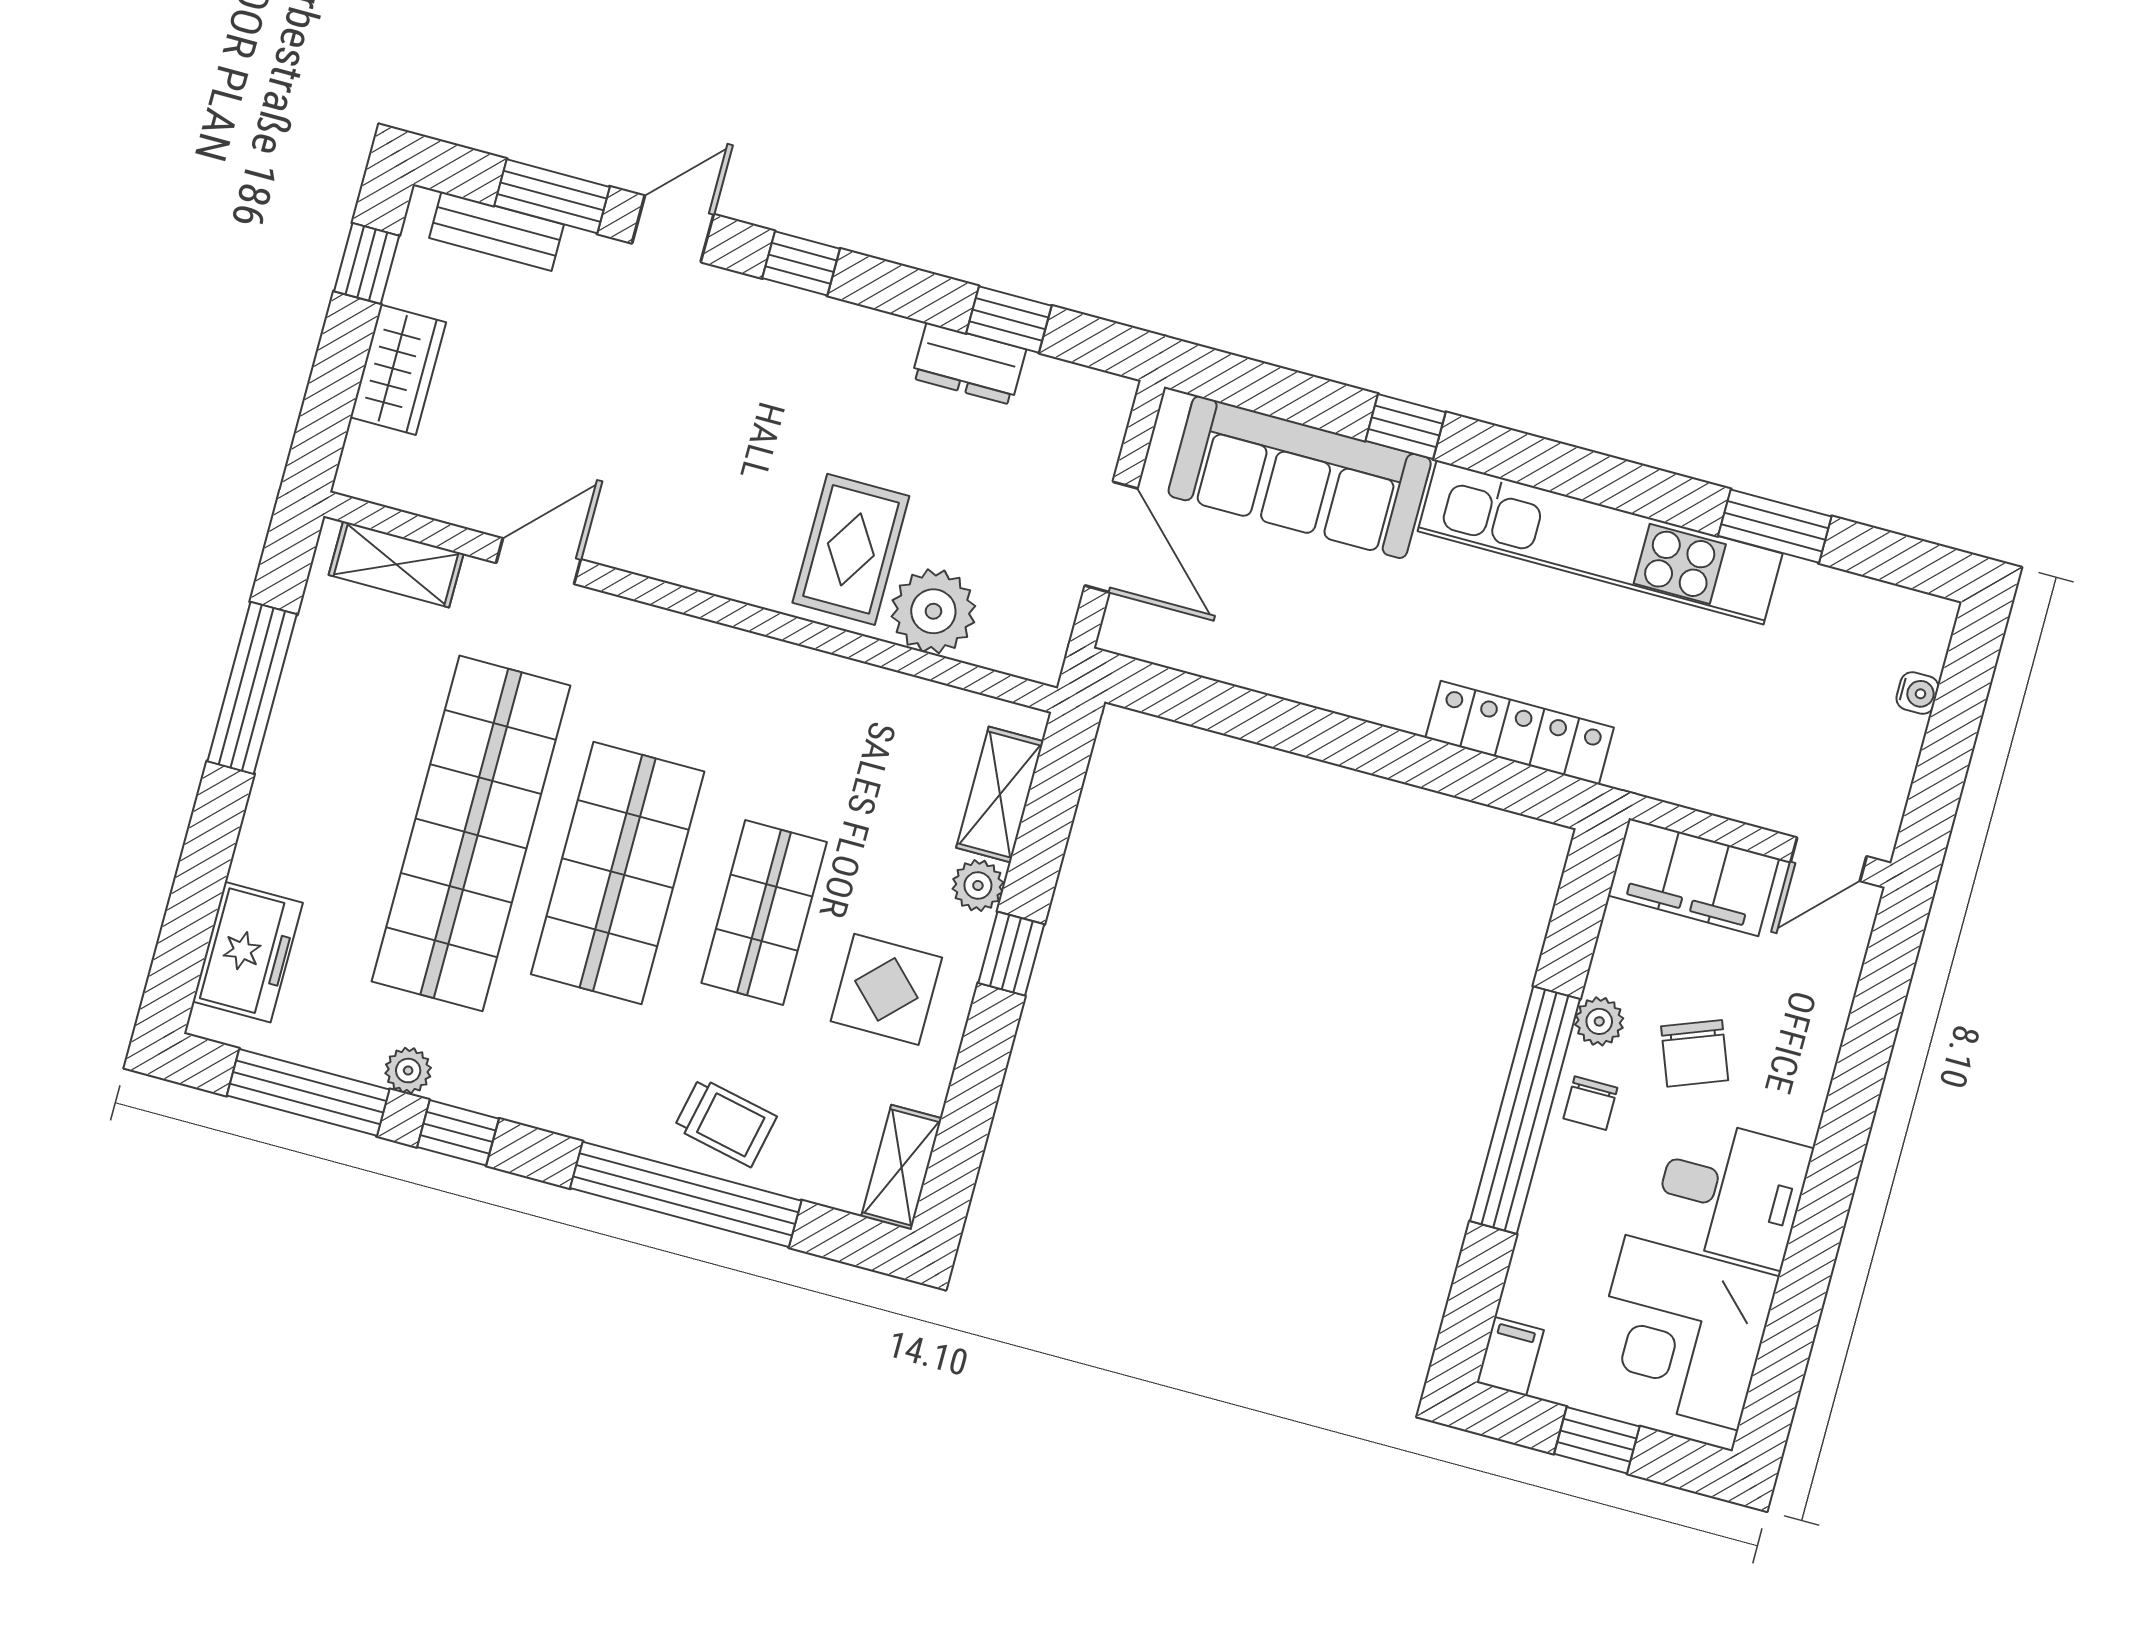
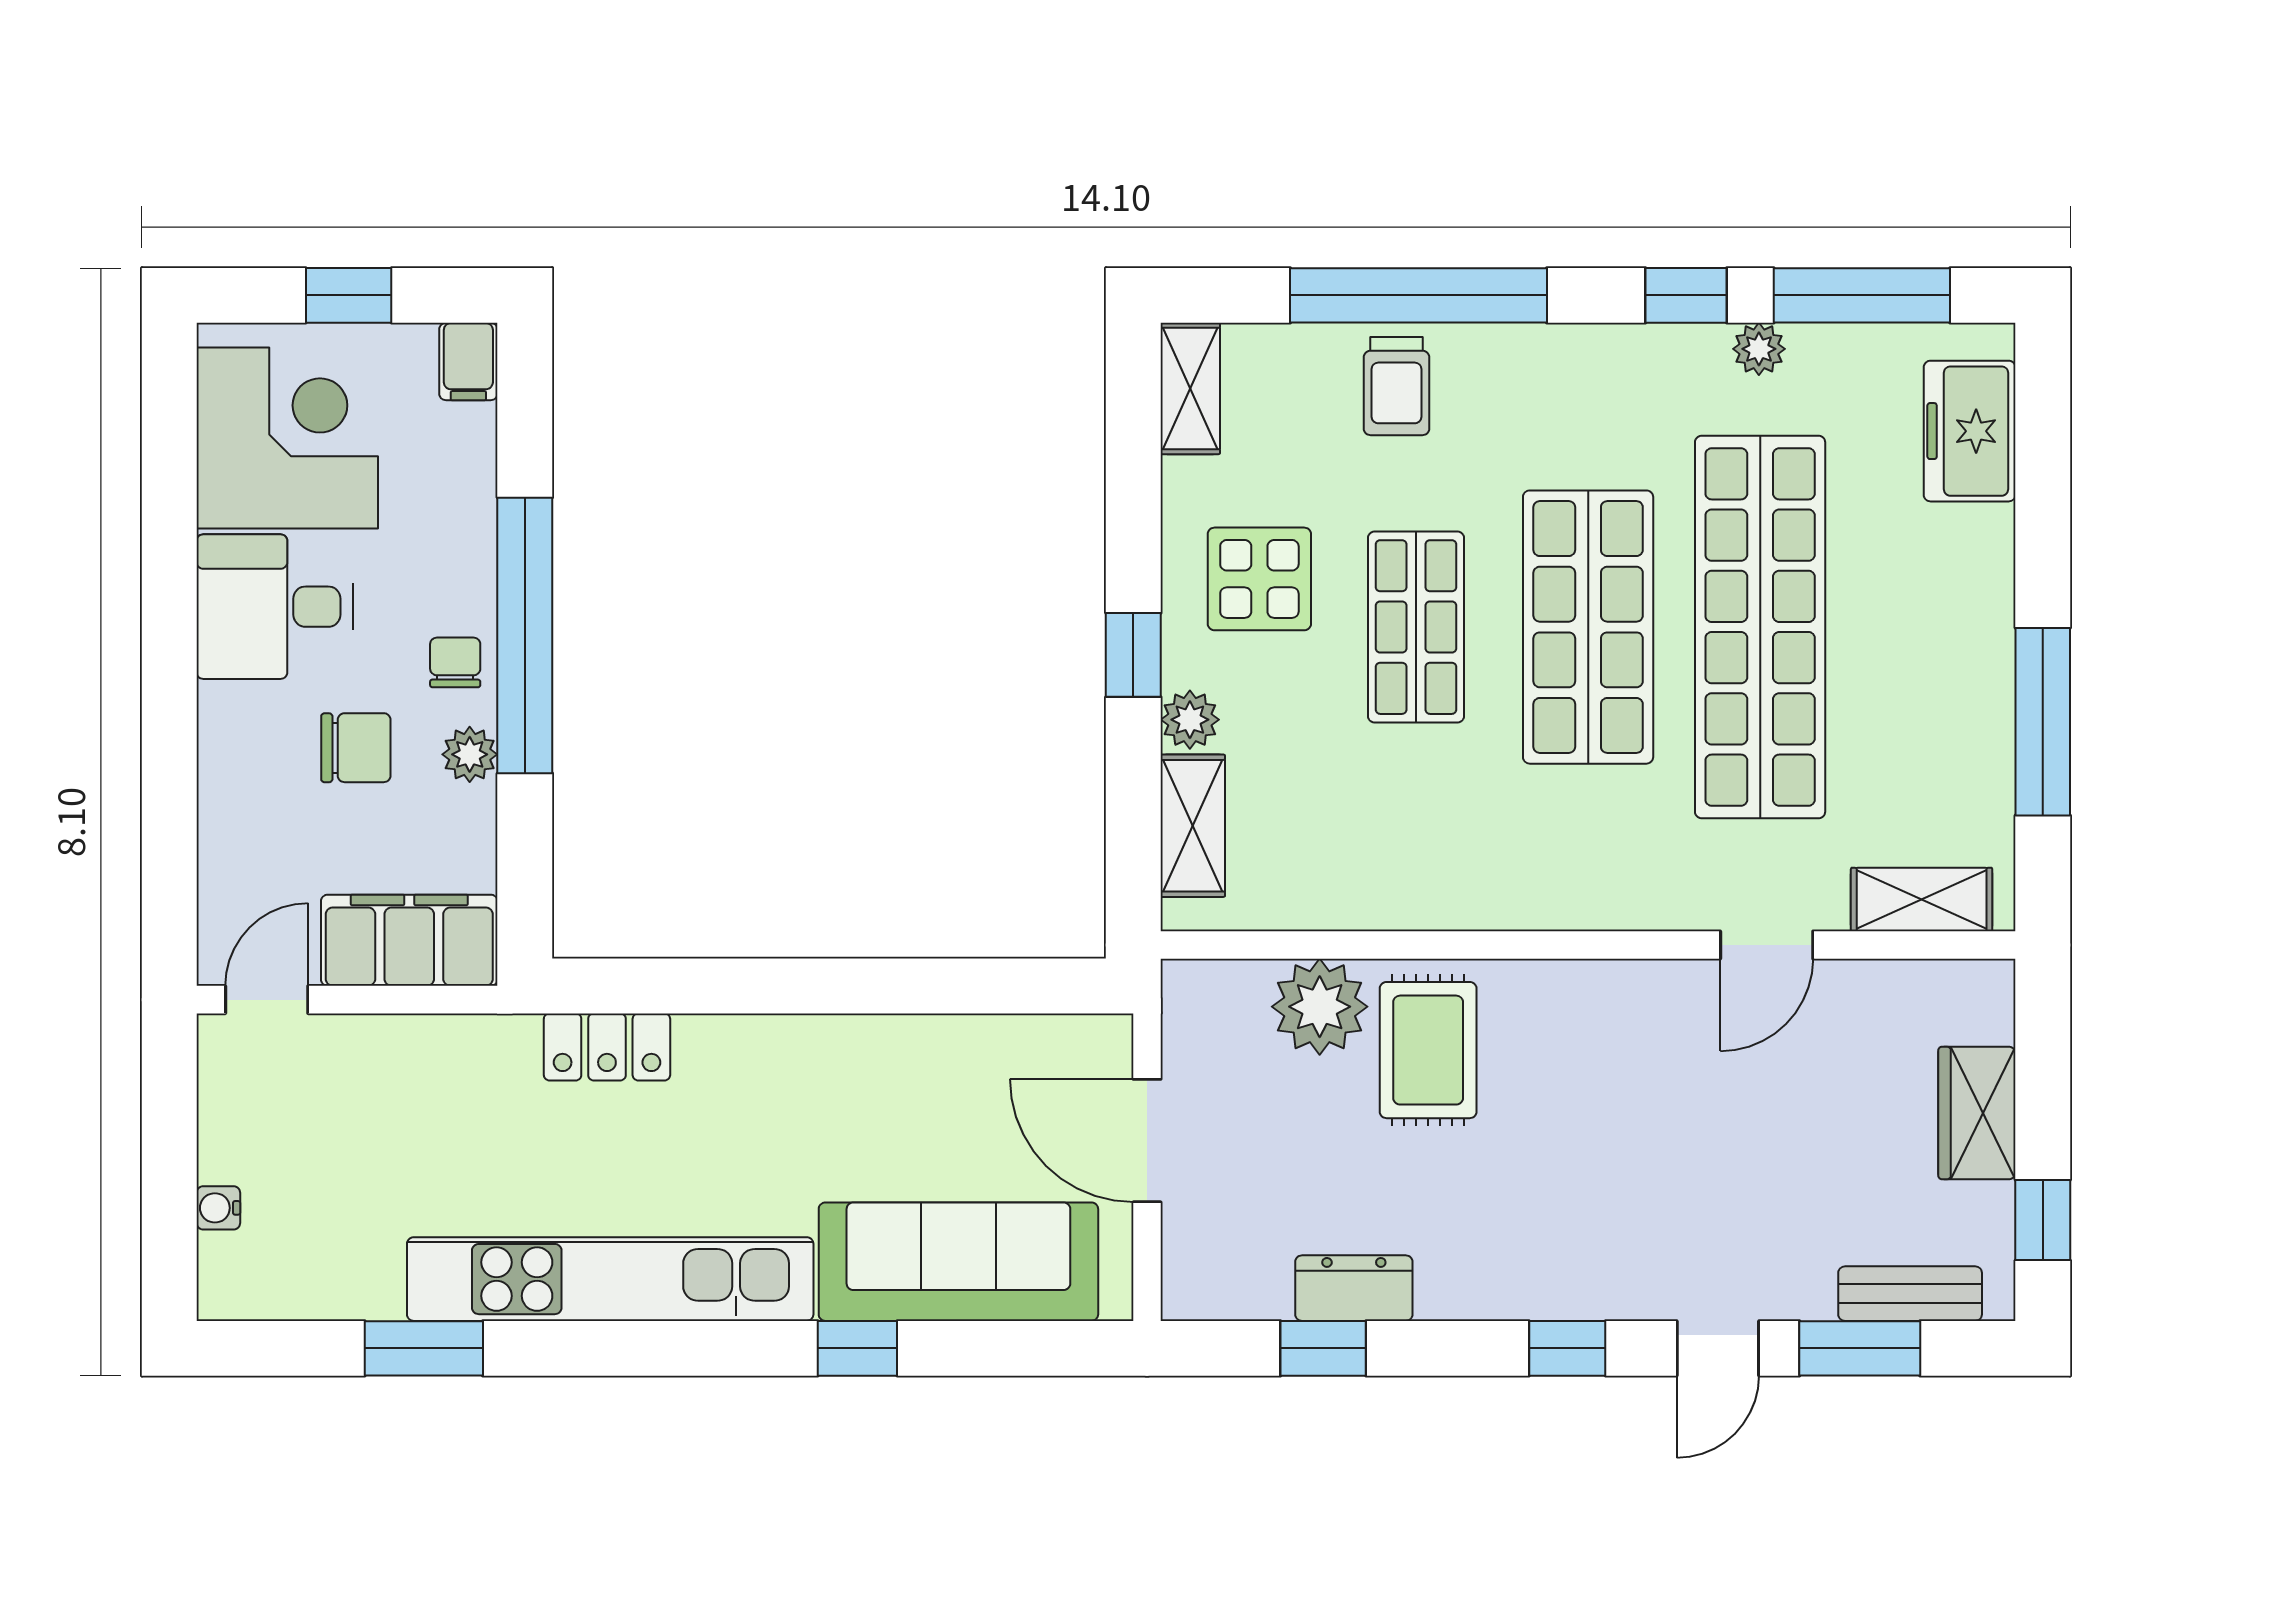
locker: (1520, 733) -> (607, 1047), width x0.66
chair: (1695, 1053) -> (356, 748), turned 111
trolley: (725, 1122) -> (1397, 386), turned -102

